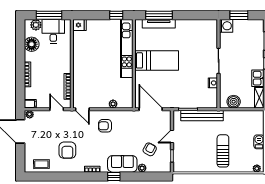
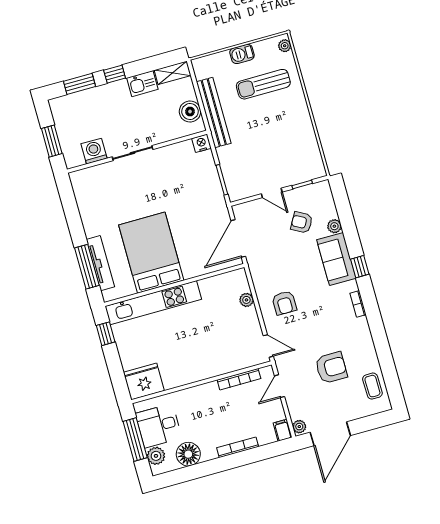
fridge: (80, 25) -> (144, 381), width x1.88, depth x1.34
washing machine: (226, 26) -> (94, 151), moved
bed: (157, 60) -> (151, 253), width x1.50
nightstand: (213, 83) -> (201, 143), moved
door: (82, 109) -> (268, 346), hinge flipped
bench: (202, 116) -> (214, 112), moved
armchair: (67, 150) -> (331, 368), moved
sun lounger: (223, 151) -> (263, 84), moved

